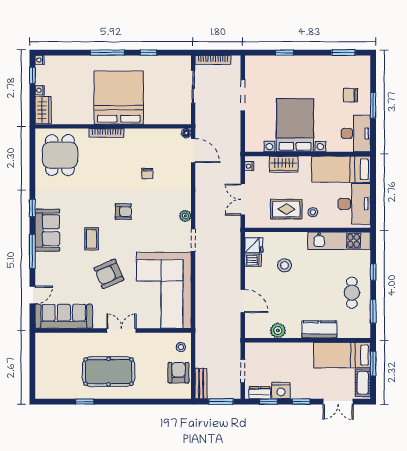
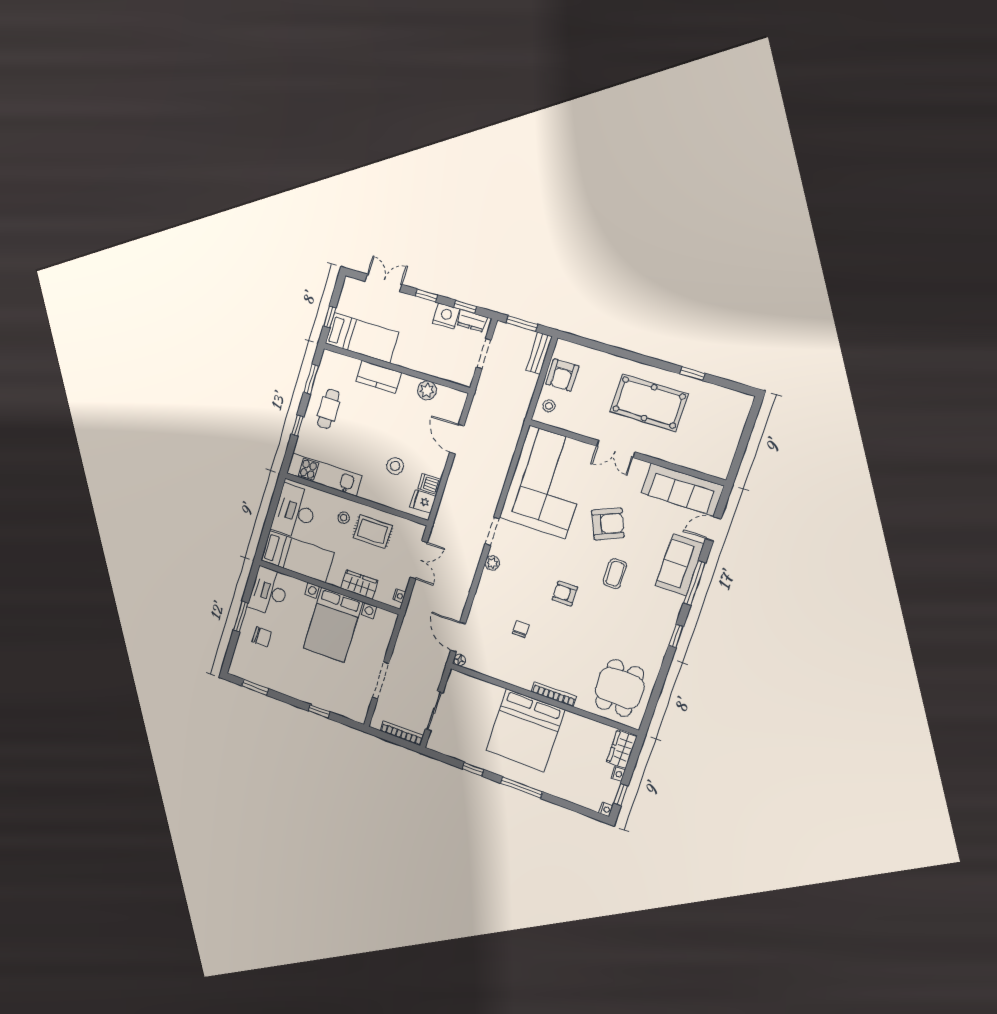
sofa: (47, 230) -> (680, 565), moved
window: (373, 364) -> (330, 317), width x0.67
cot: (363, 383) -> (348, 297), removed

